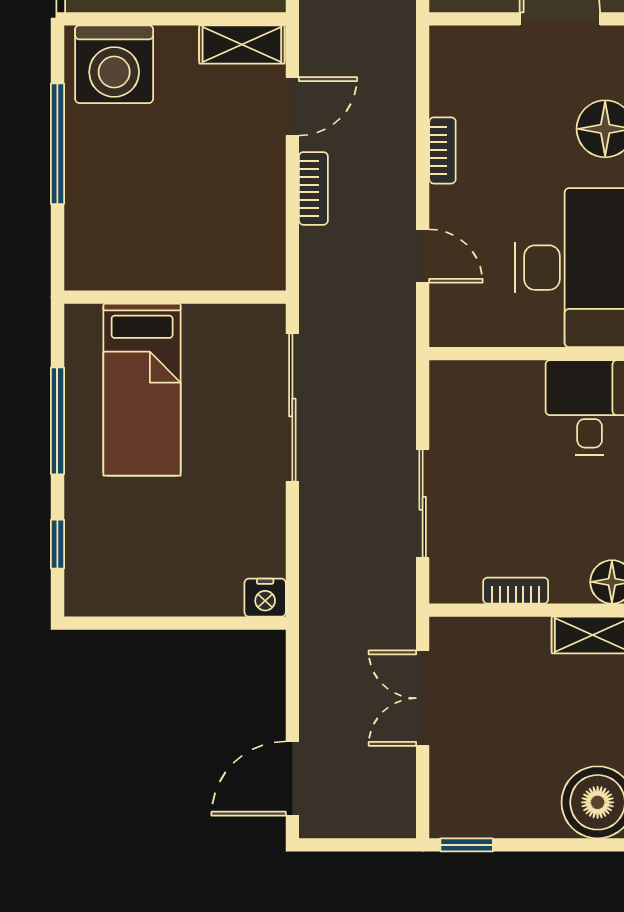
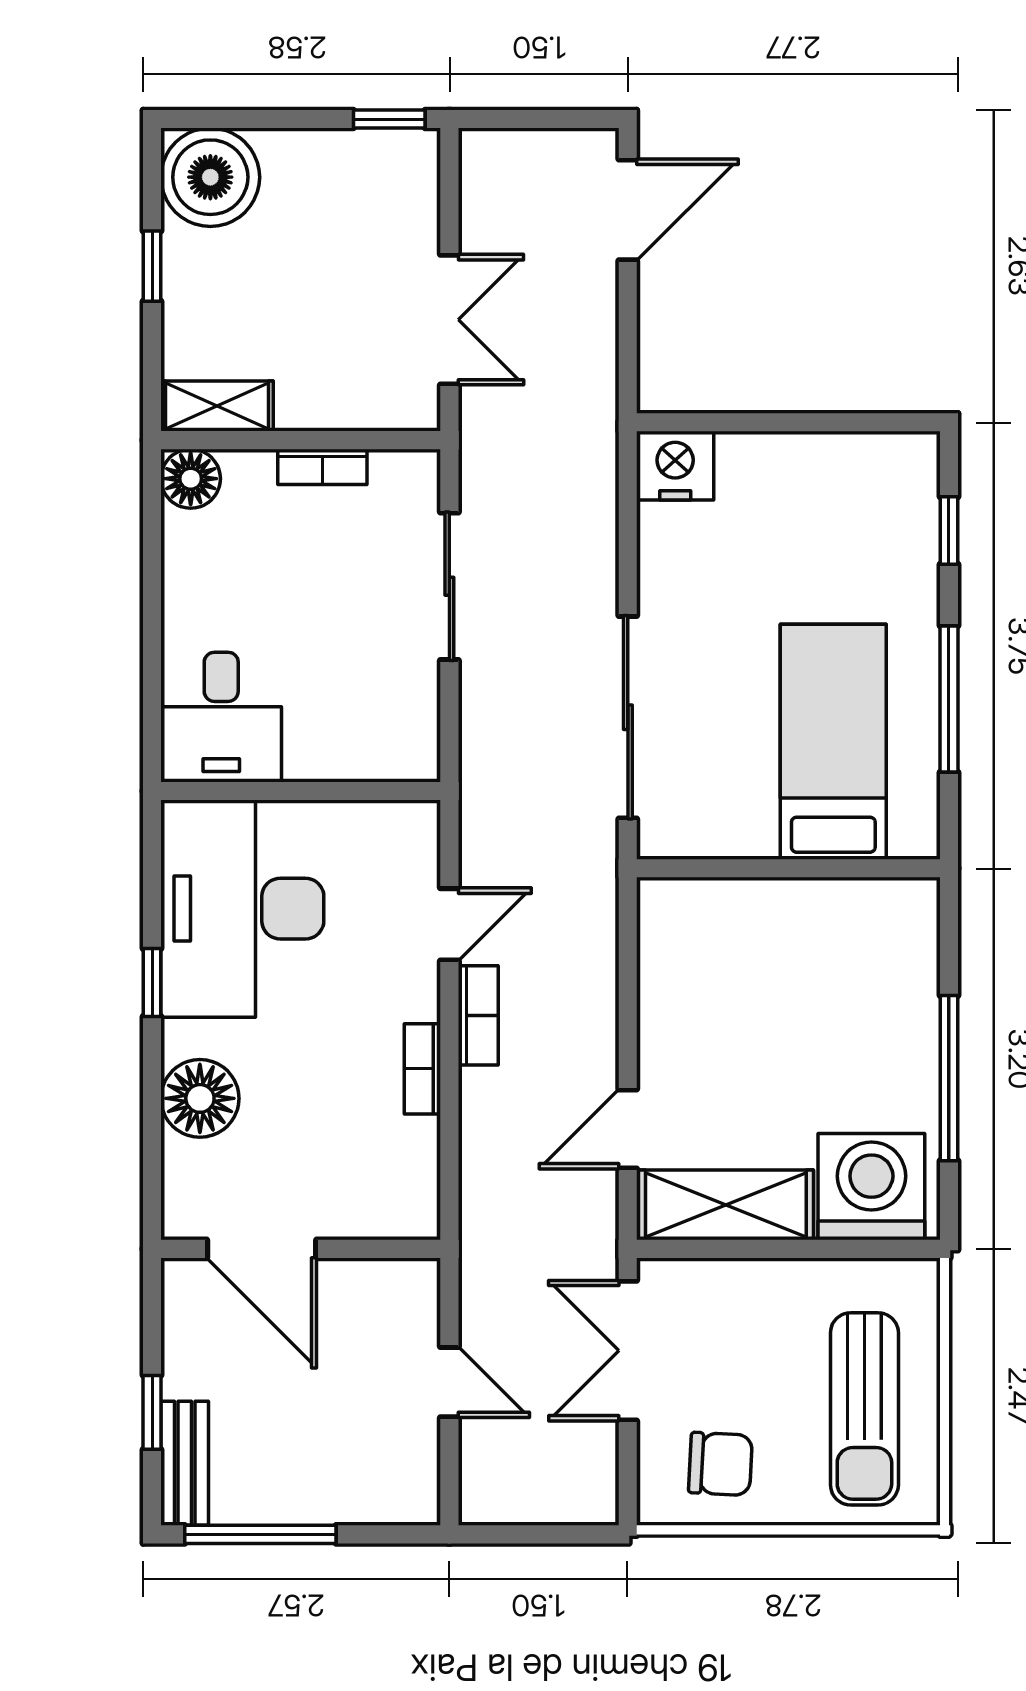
shelving: (242, 45) -> (726, 1205), width x1.50, depth x1.33
bookcase: (313, 188) -> (478, 1015), moved, turned 180
door: (423, 256) -> (449, 924), swing flipped
nightstand: (265, 598) -> (675, 466), width x1.36, depth x1.33

